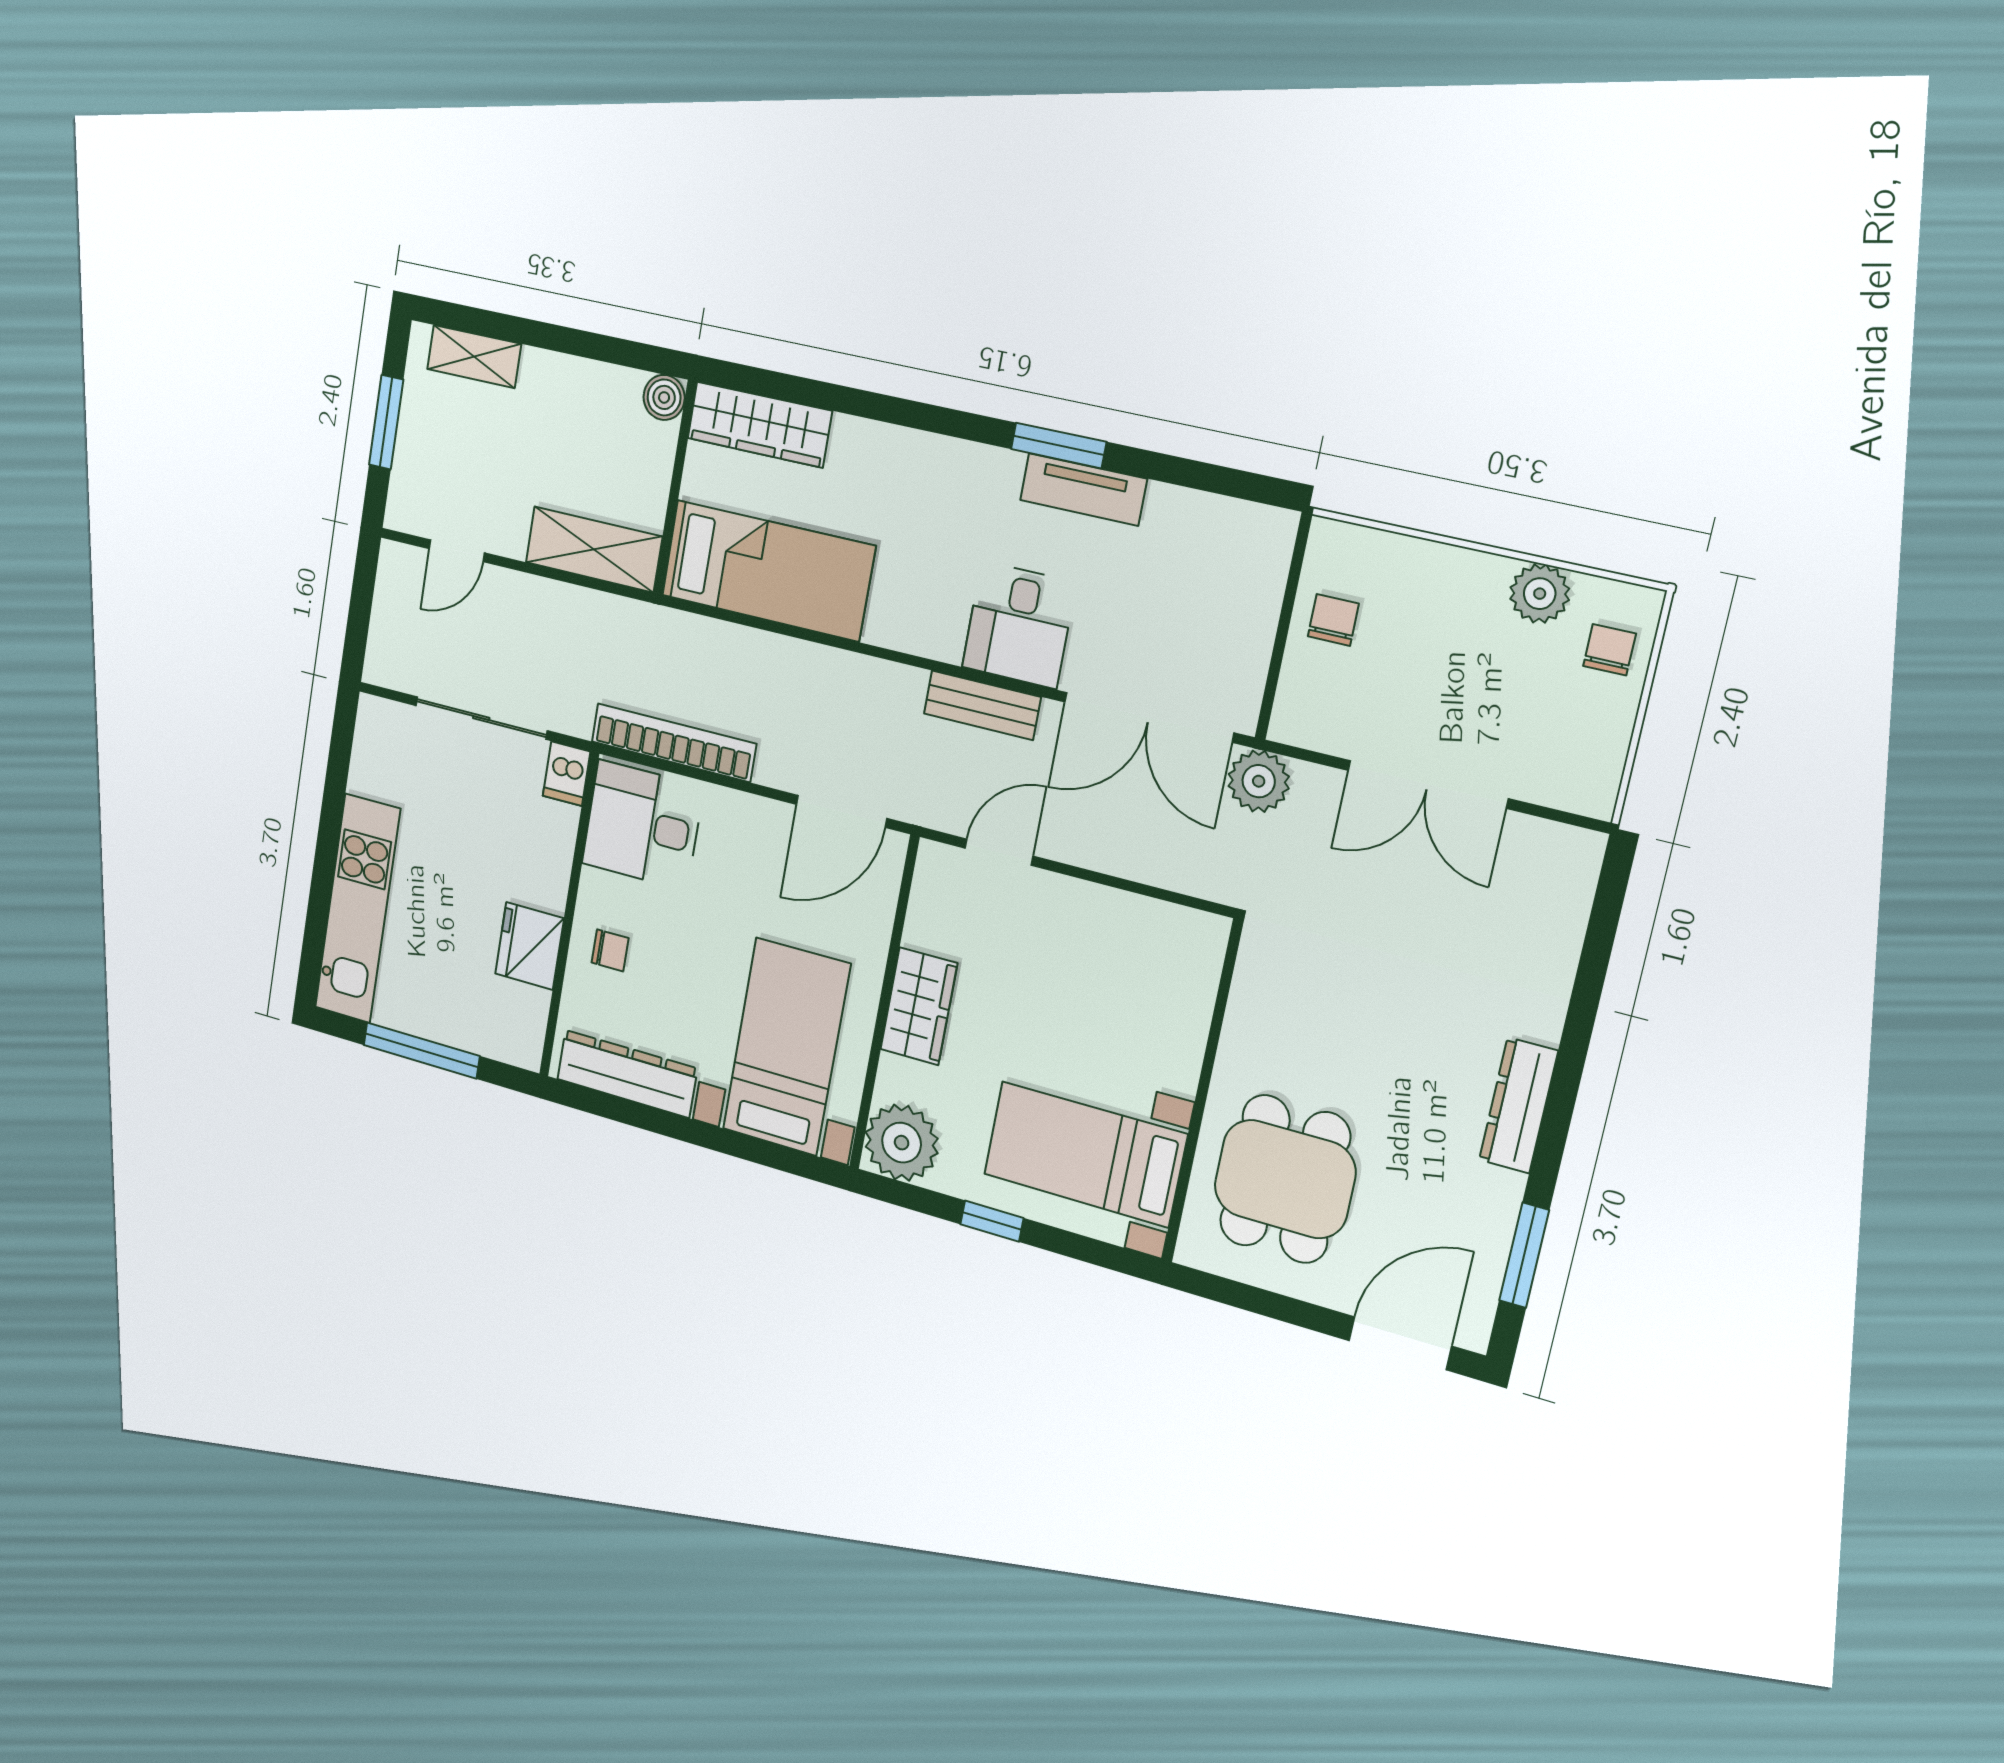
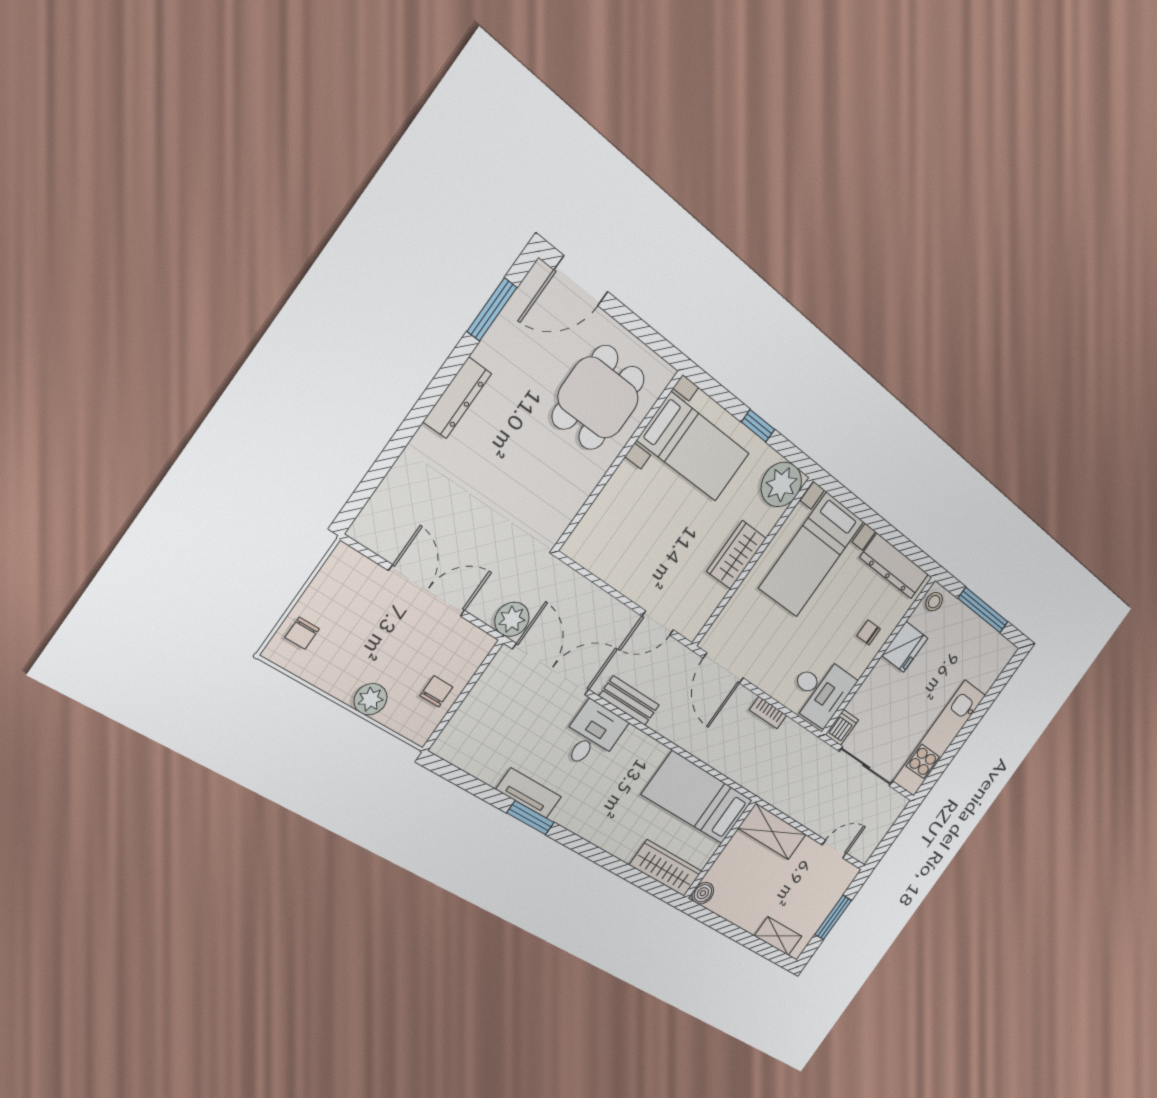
plant: (1540, 594) -> (371, 699), moved
chair: (1333, 620) -> (436, 691), turned 180
bookcase: (674, 743) -> (768, 713), width x0.43, depth x0.76
door: (841, 811) -> (723, 668), swing flipped
kitchen unit: (357, 909) -> (939, 738), moved
stool: (520, 1037) -> (934, 602), added

